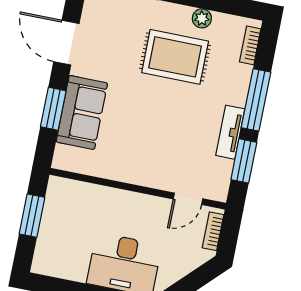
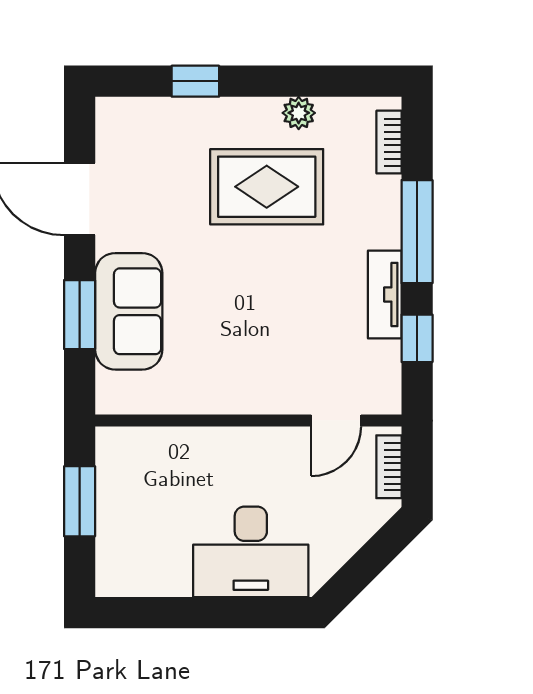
window: (244, 161) -> (417, 338), width x0.67

